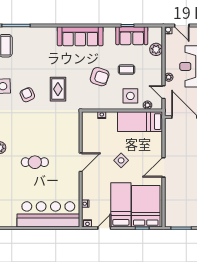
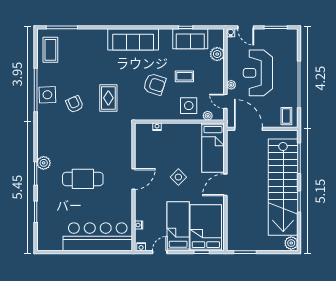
bed: (140, 122) -> (213, 148), moved, turned -90
cafe table: (35, 162) -> (83, 179), width x1.37, depth x1.35

